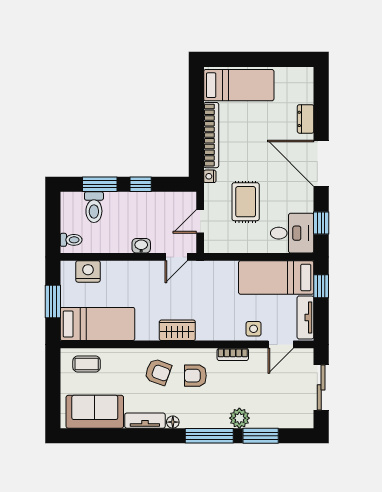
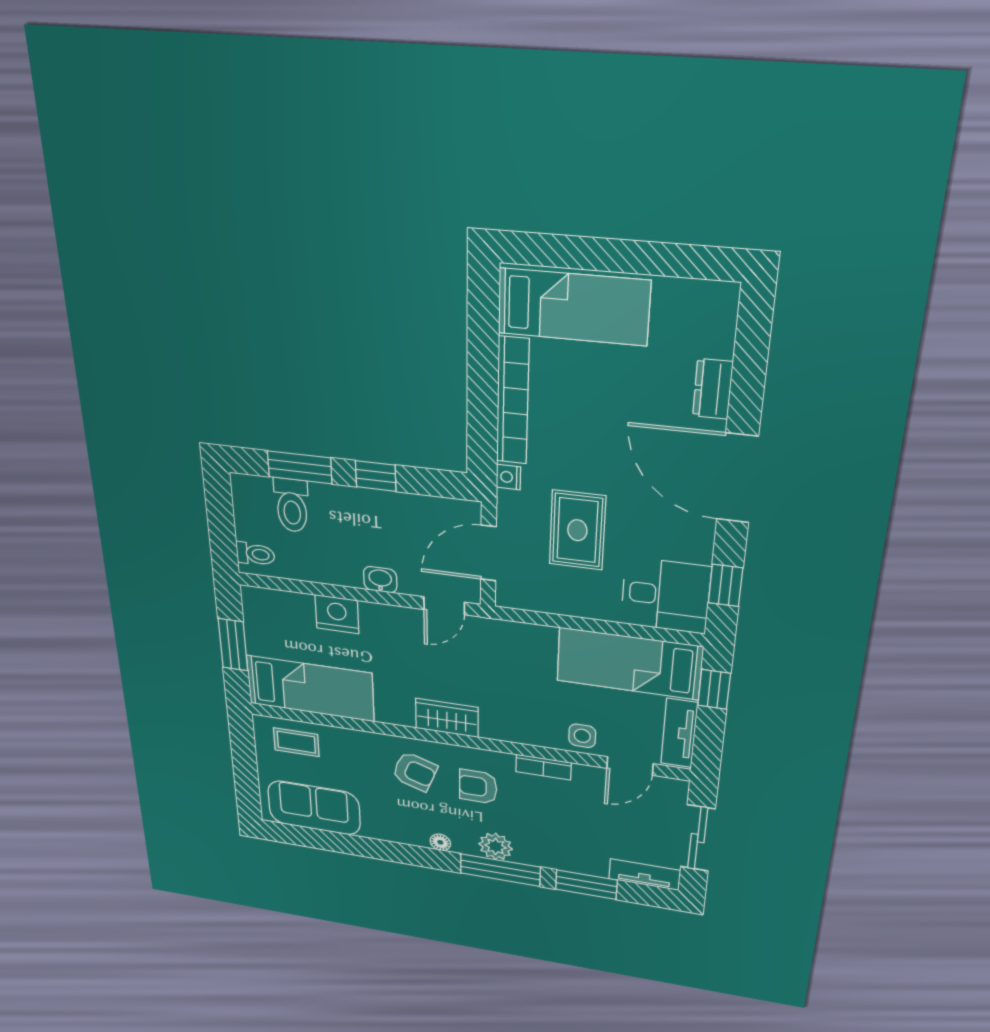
door: (200, 221) -> (488, 553), width x1.37
nightstand: (88, 271) -> (337, 614), moved
plant: (239, 418) -> (496, 846), moved
tv unit: (145, 421) -> (644, 875), moved

